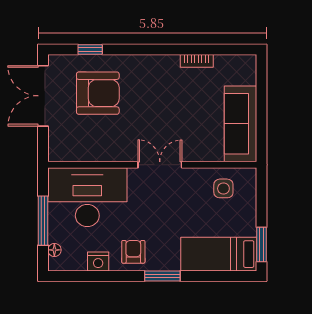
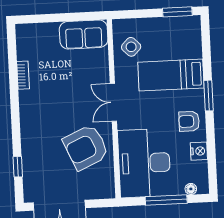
armchair: (98, 93) -> (86, 147), moved, turned -114
sofa: (241, 124) -> (84, 34), width x0.73
side table: (223, 188) -> (131, 47), turned 45
bed: (219, 254) -> (171, 75), moved, turned 90

